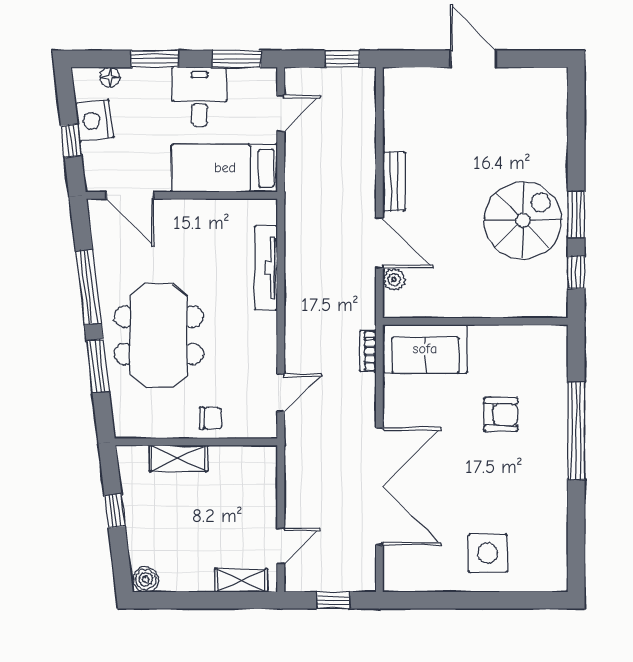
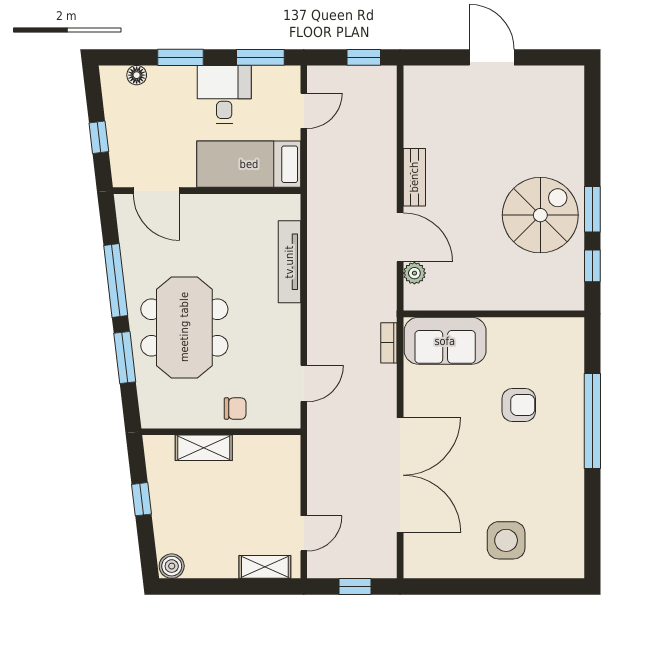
nightstand: (94, 121) -> (121, 118), removed

